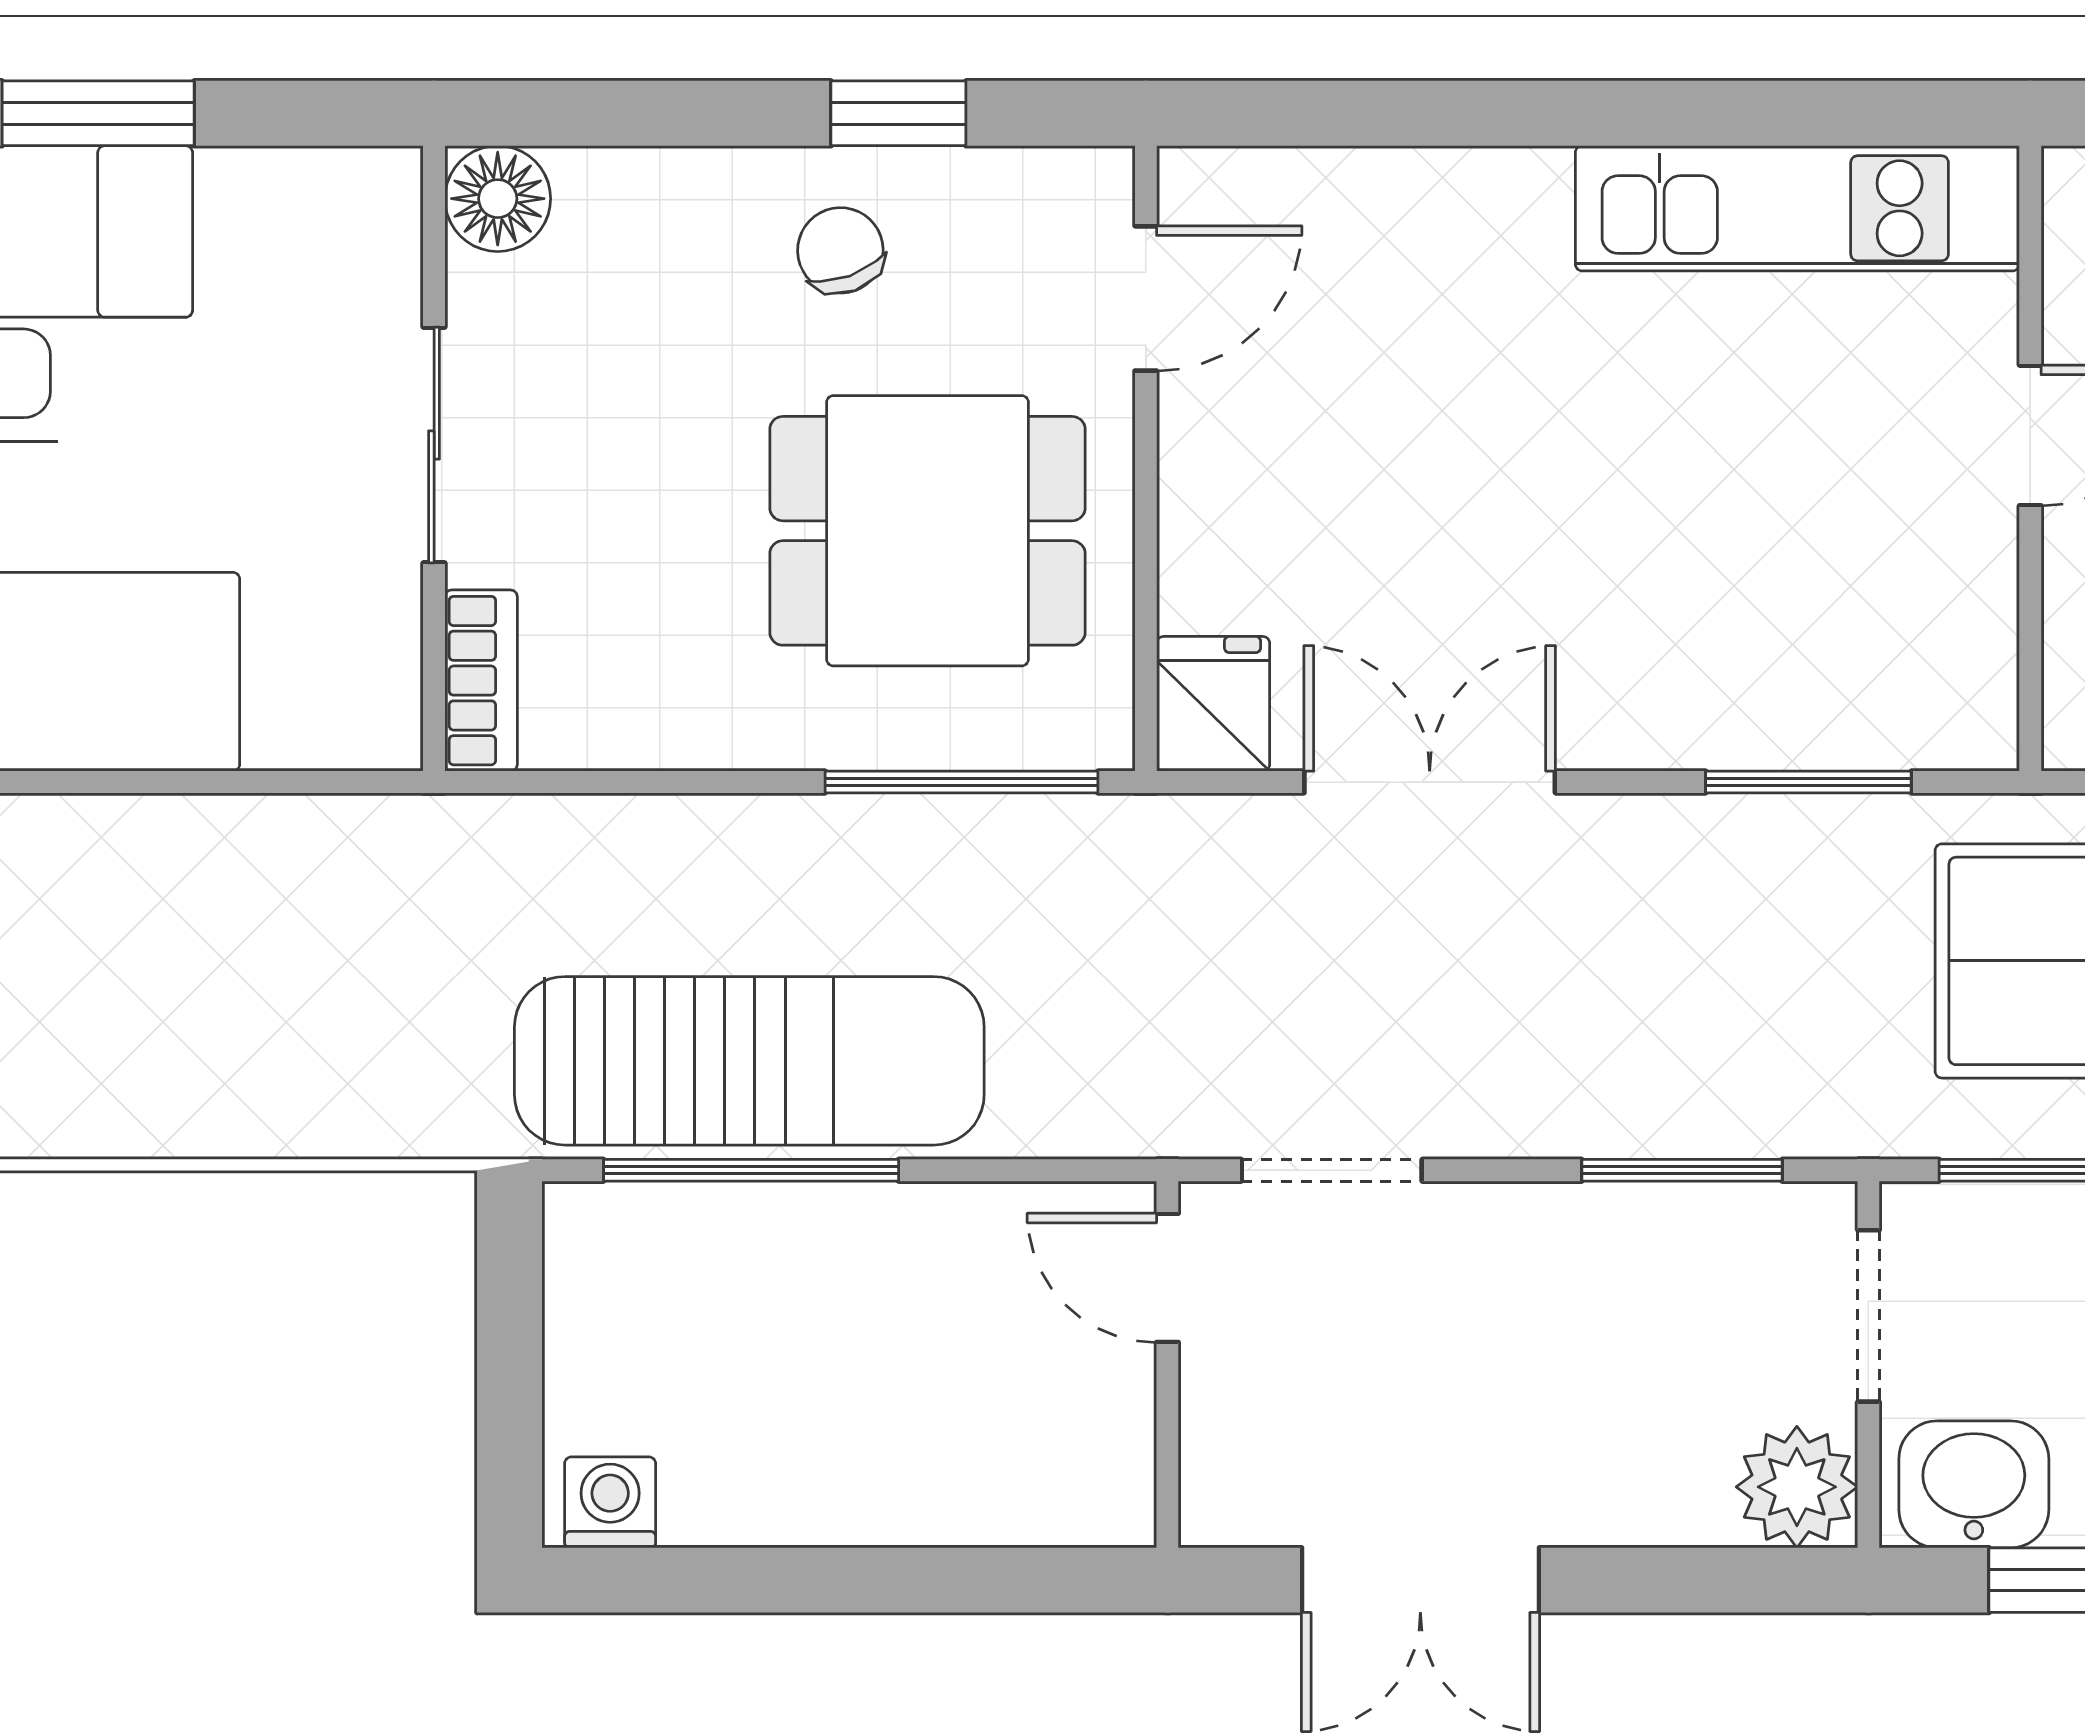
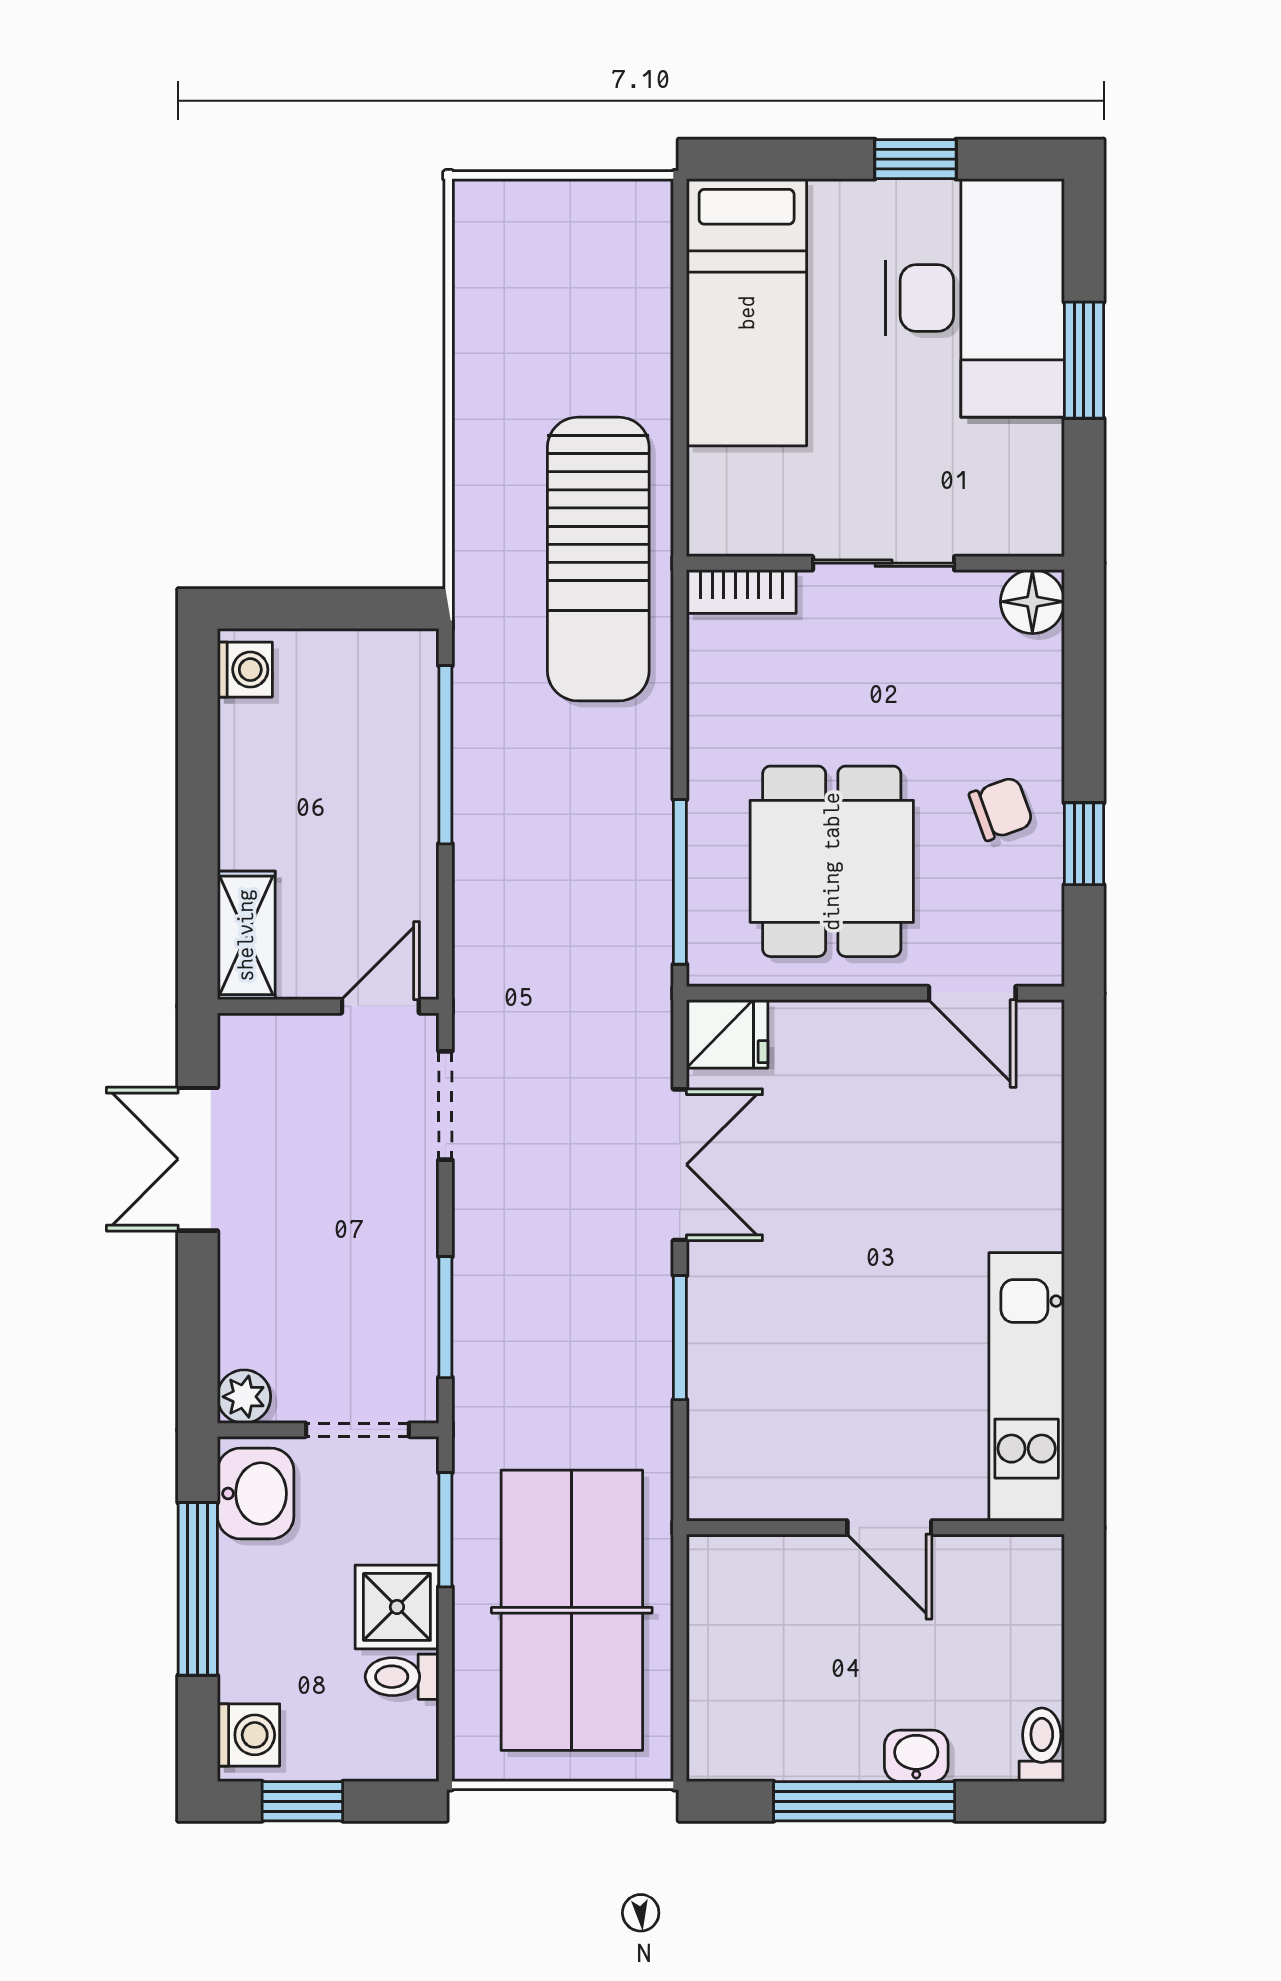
window: (1808, 782) -> (680, 1338), moved
sun lounger: (749, 1061) -> (598, 559), moved
plant: (1797, 1487) -> (244, 1397), width x0.73, depth x0.73
shelving: (1050, 1500) -> (246, 935), added

